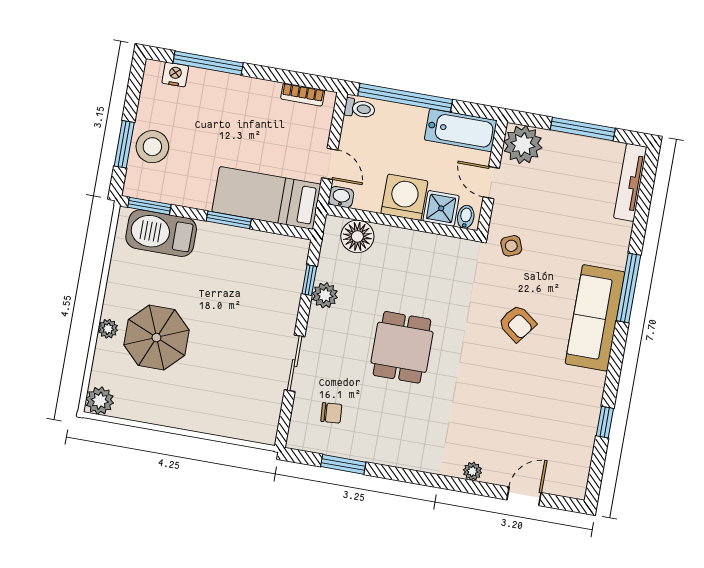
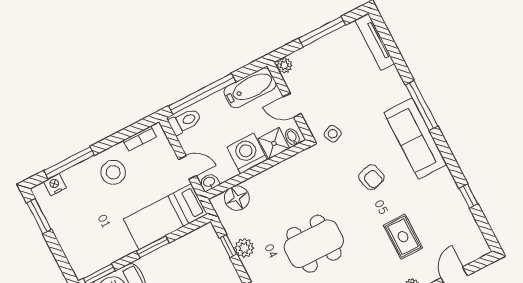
toilet: (360, 109) -> (185, 121), width x1.37, depth x1.39
window: (124, 144) -> (39, 216), moved
plant: (523, 145) -> (284, 65), width x0.53, depth x0.53
stool: (152, 147) -> (113, 172), moved
armchair: (517, 323) -> (371, 177), turned 38
dining table: (402, 347) -> (314, 244), width x1.38
rug: (502, 412) -> (403, 237), added

